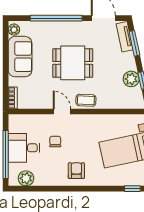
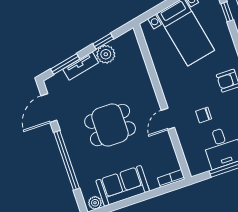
tv unit: (125, 37) -> (81, 66), moved
dining table: (73, 63) -> (110, 125), turned 90
coffee table: (86, 100) -> (146, 96), removed

